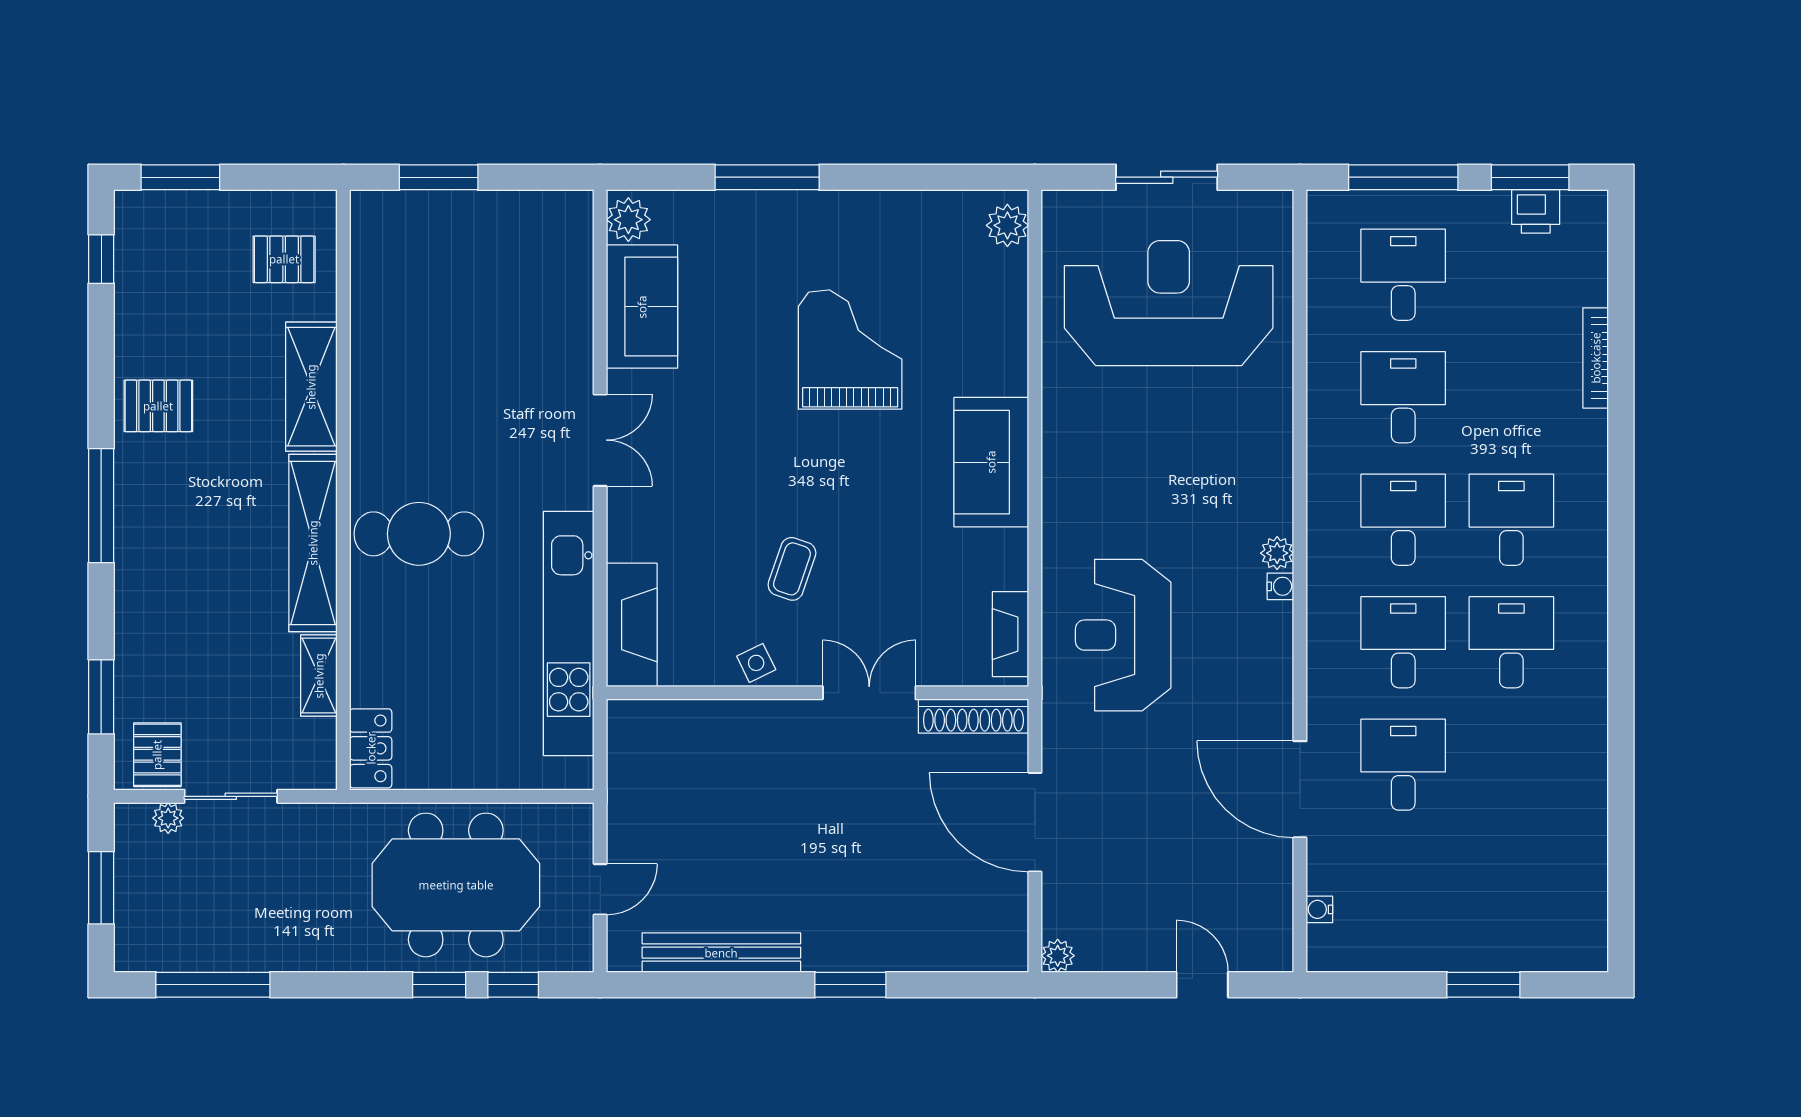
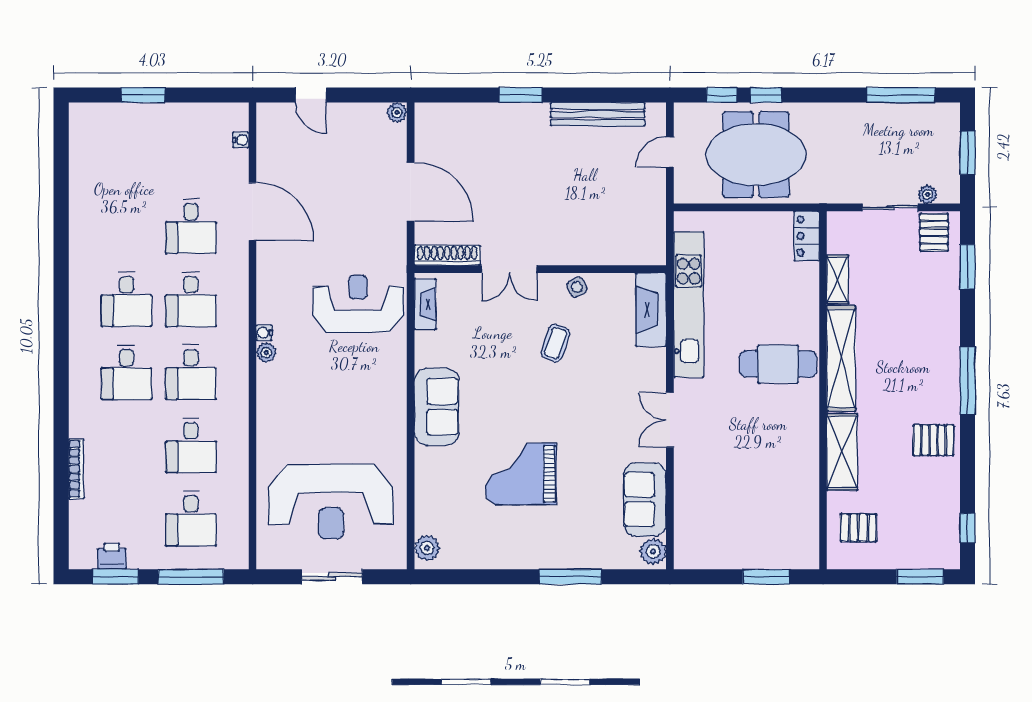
grand piano: (850, 349) -> (521, 474), turned 90
reception desk: (1123, 635) -> (358, 304), turned -90

